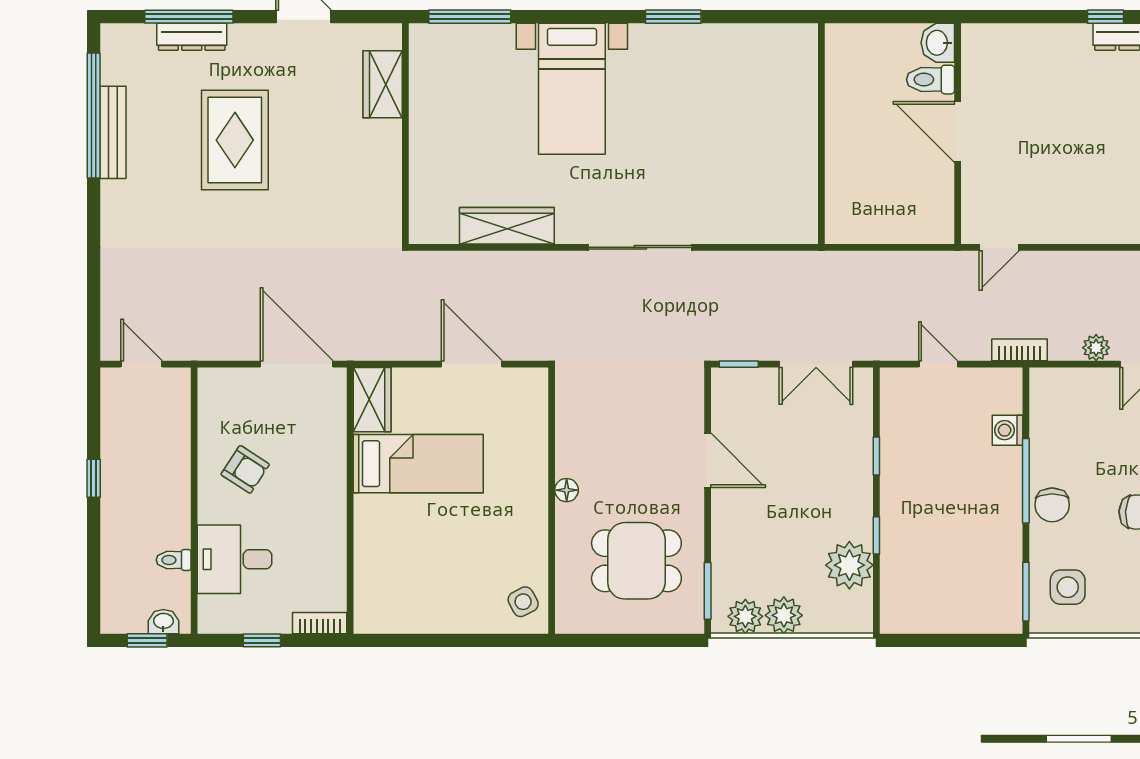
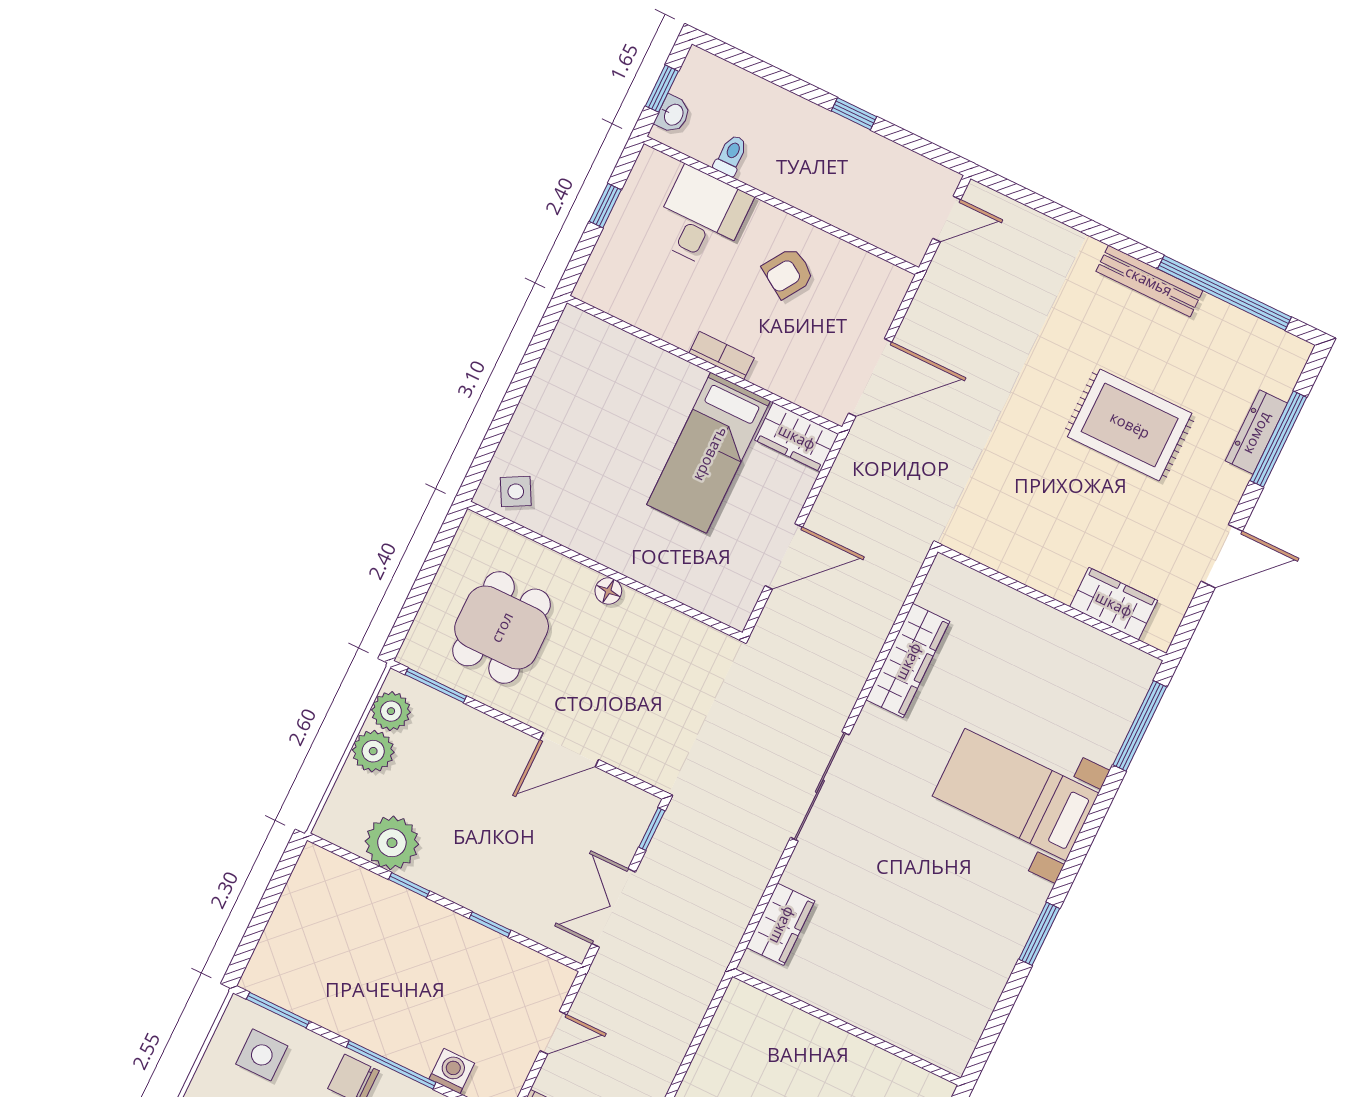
bench: (113, 132) -> (1149, 281), moved
wardrobe: (765, 226) -> (780, 924), added
bookcase: (320, 623) -> (722, 355), moved, turned -90

